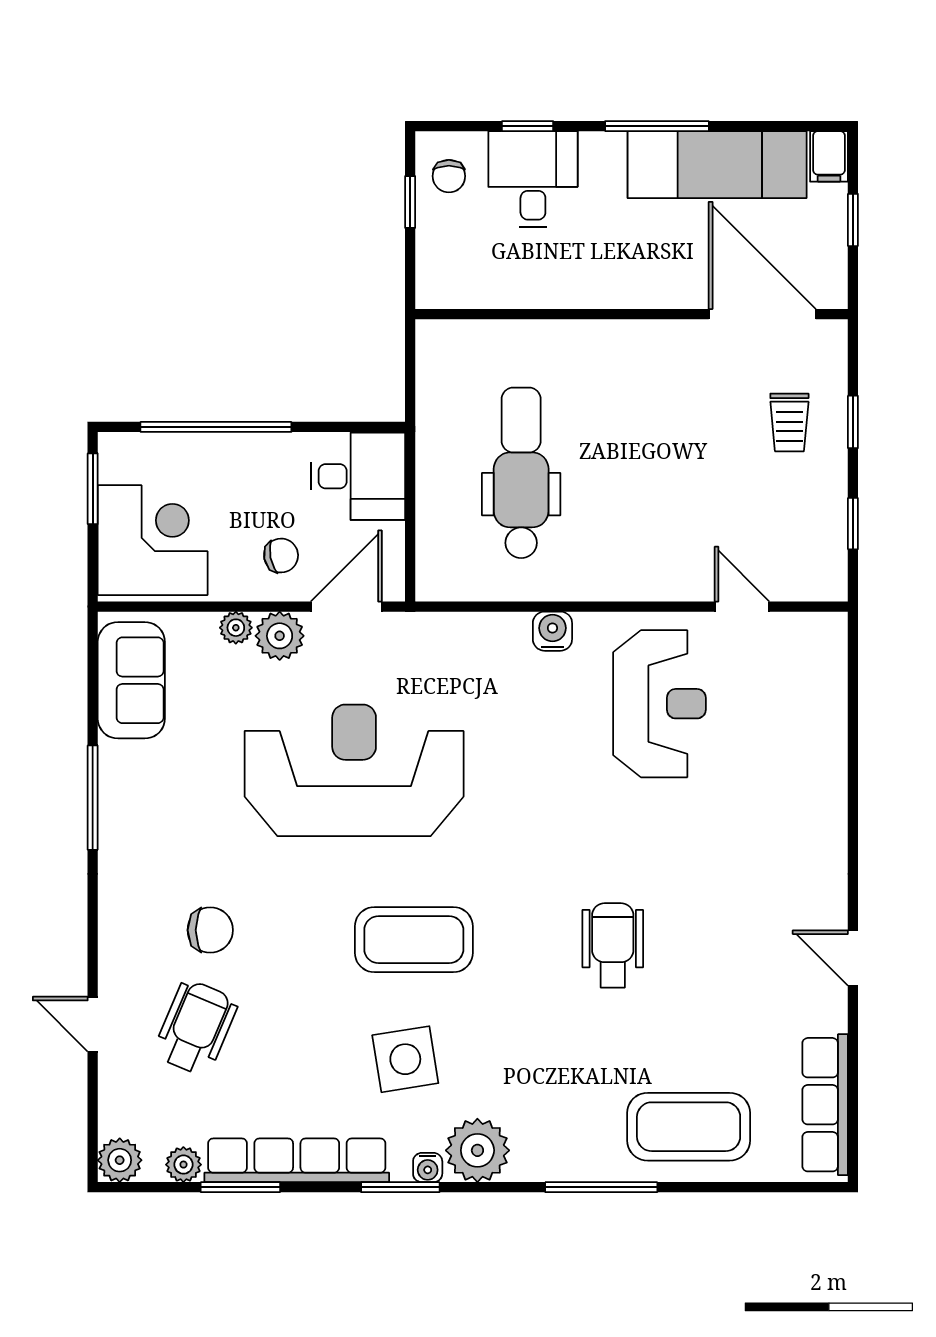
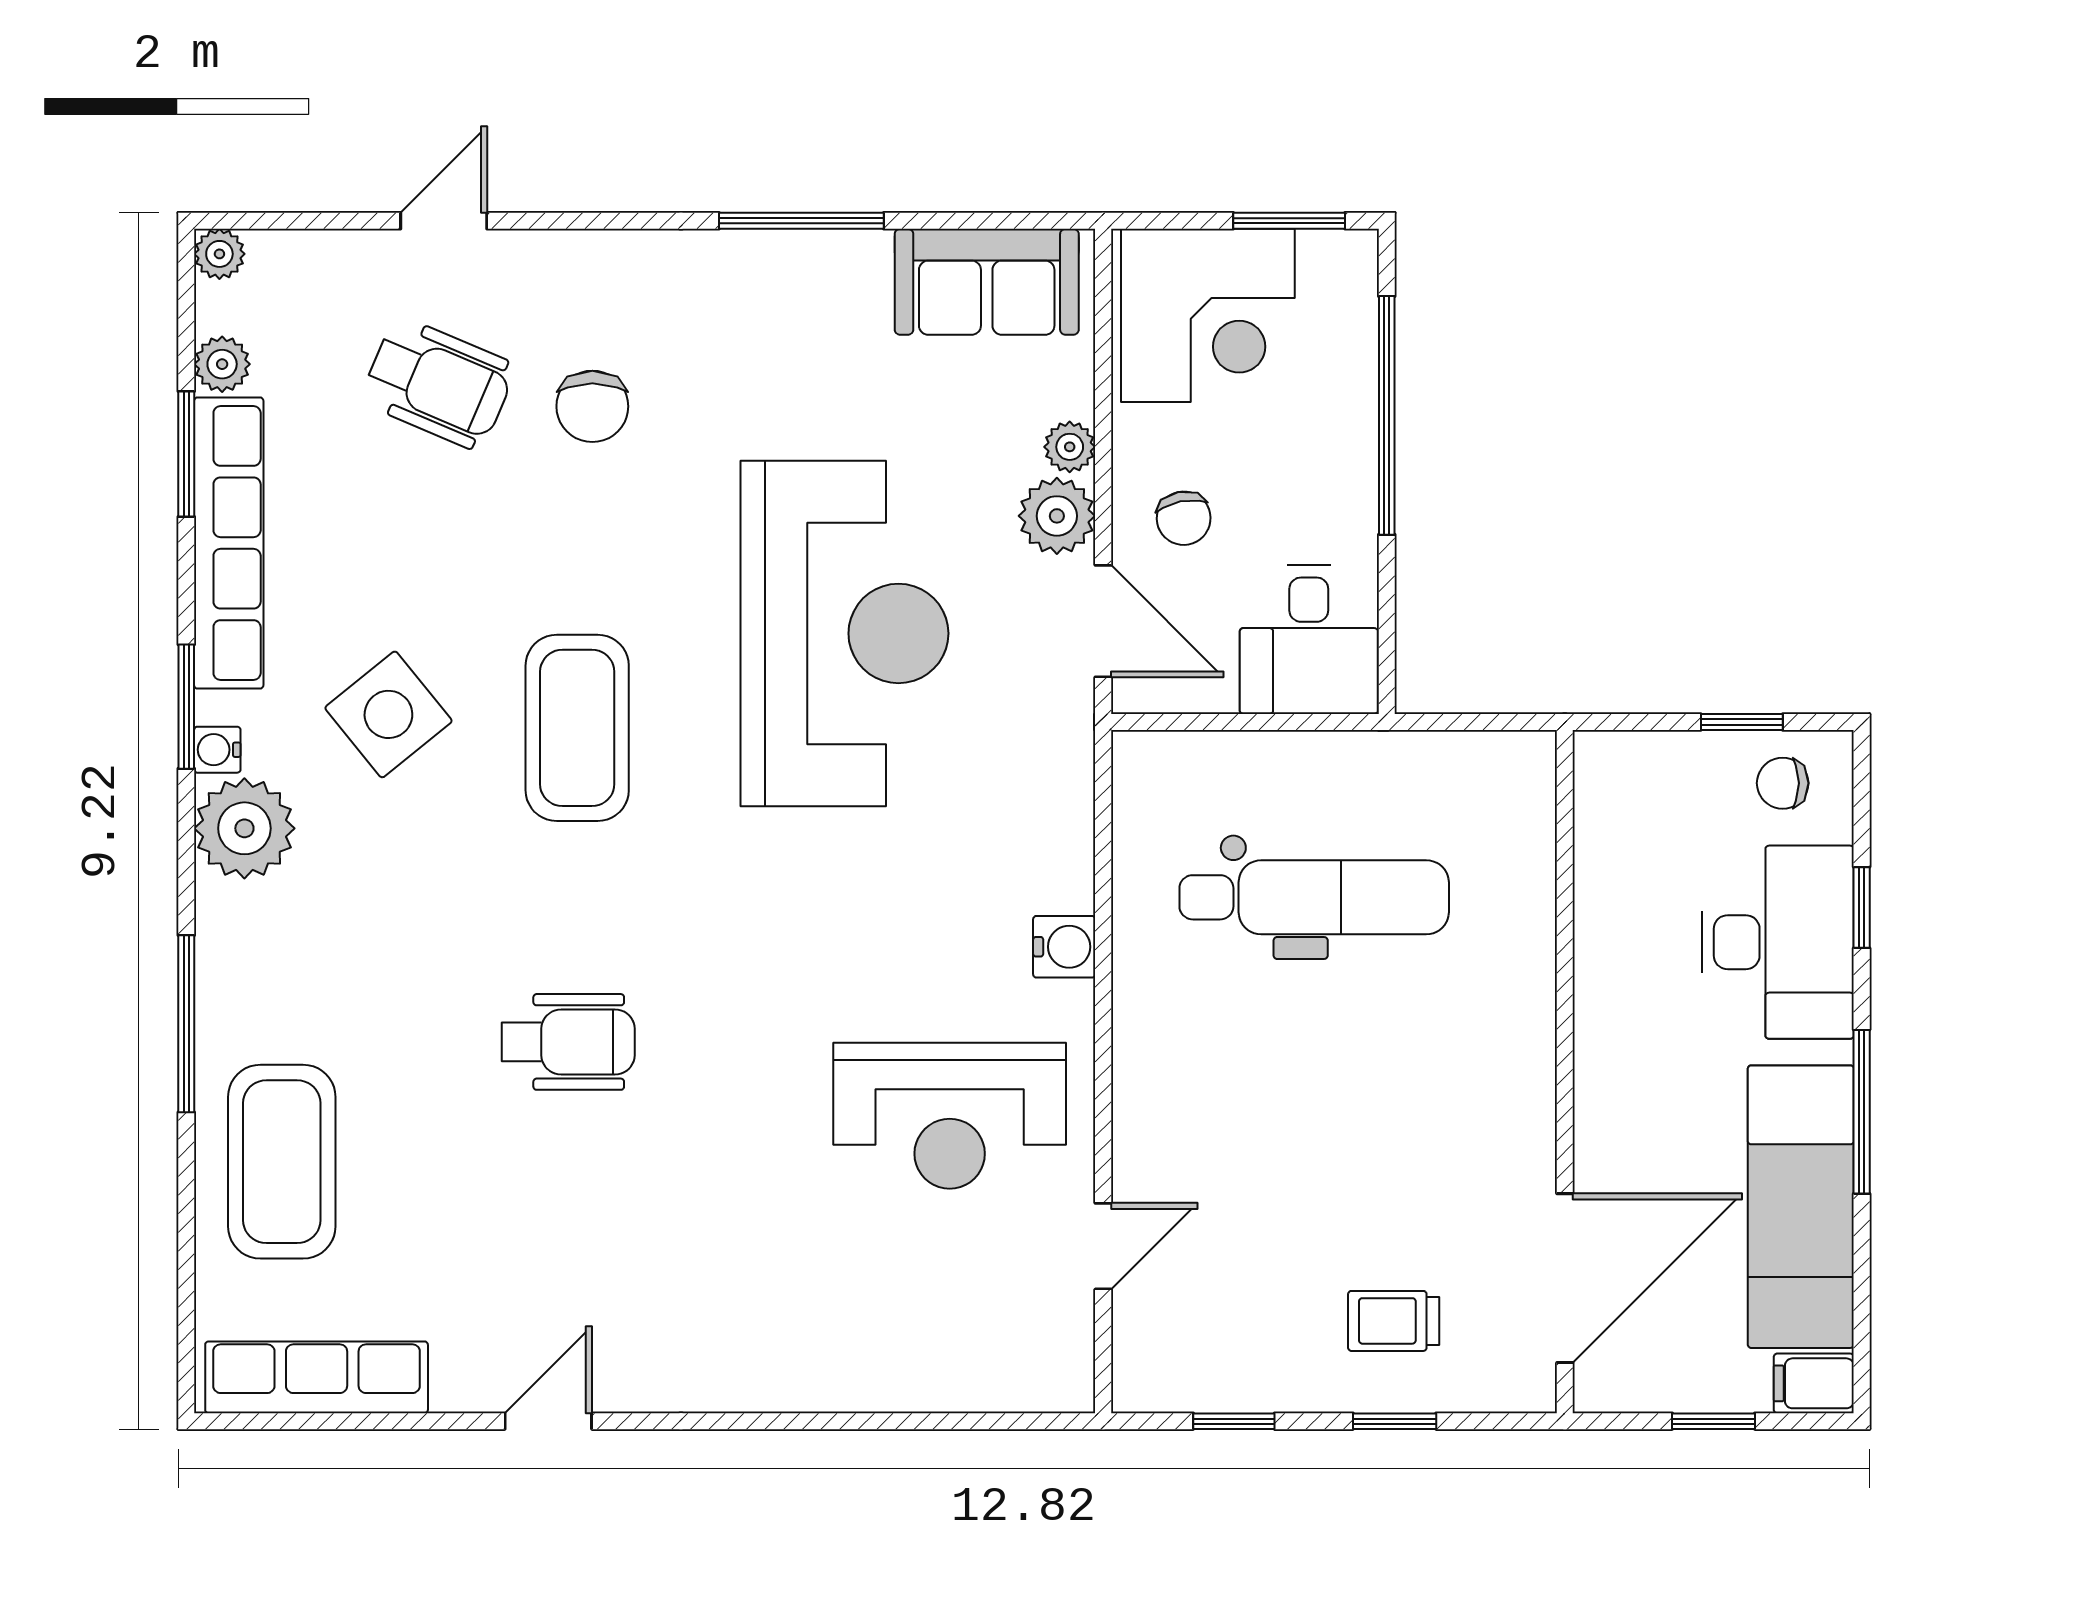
desk: (533, 179) -> (1778, 942), width x1.37
side table: (405, 1059) -> (388, 714), turned -30
plant: (120, 1160) -> (219, 254), width x0.73, depth x0.73

